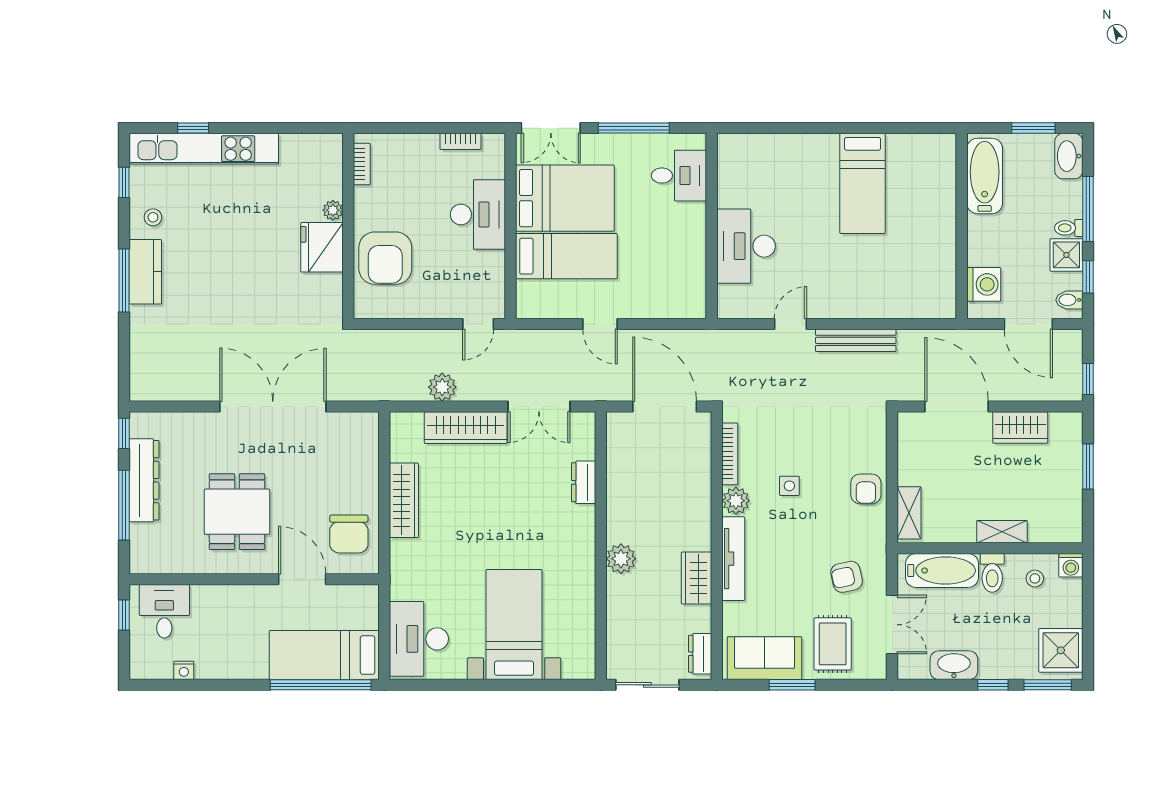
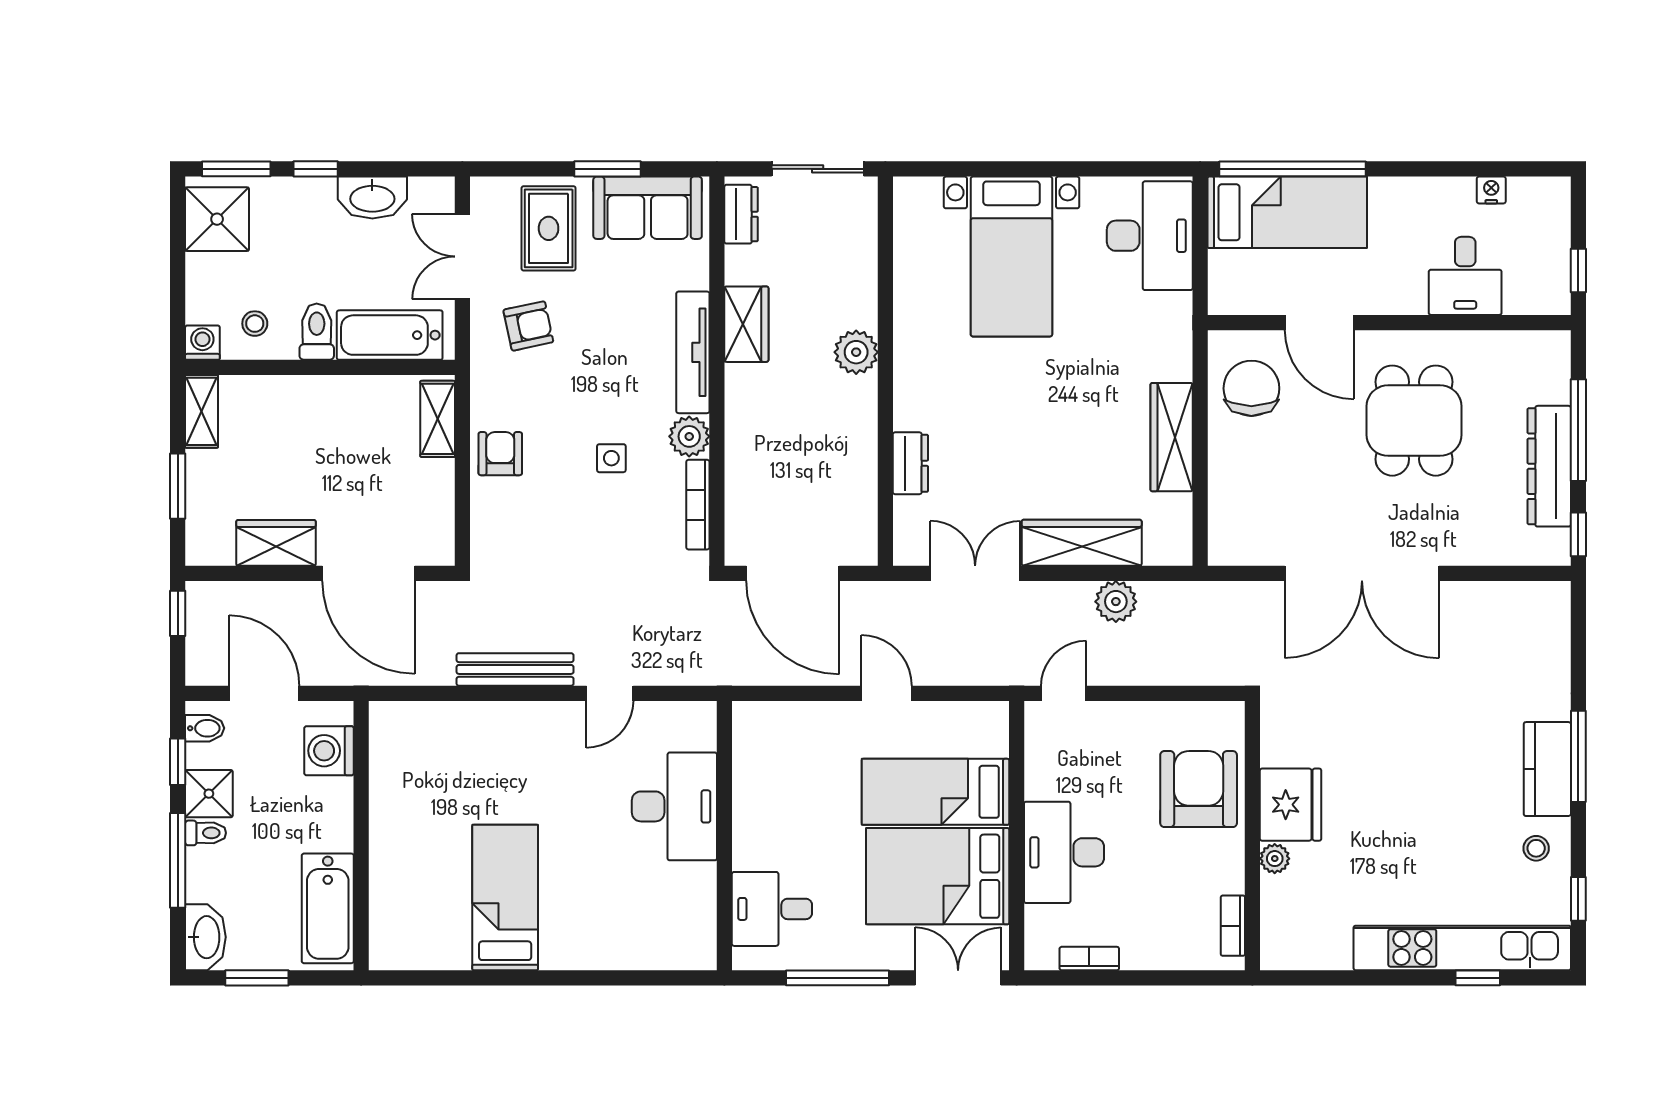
shelving: (1002, 532) -> (202, 411), moved, turned 90
desk: (164, 611) -> (1465, 276), moved

